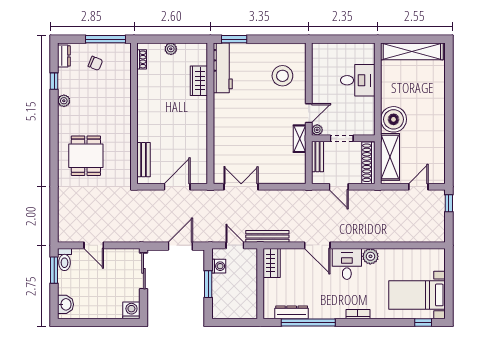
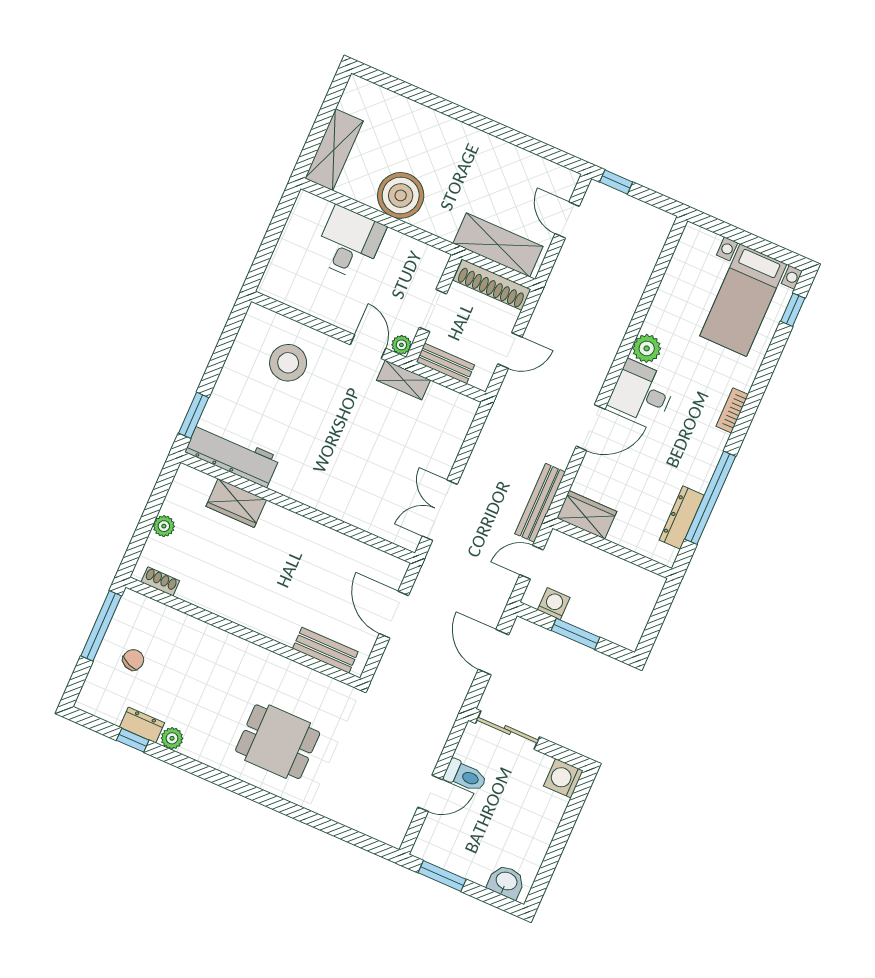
shelving: (412, 51) -> (334, 150), width x0.68
dresser: (64, 56) -> (142, 725), moved
boiler: (394, 119) -> (401, 195), moved
toilet: (64, 260) -> (465, 776), moved

